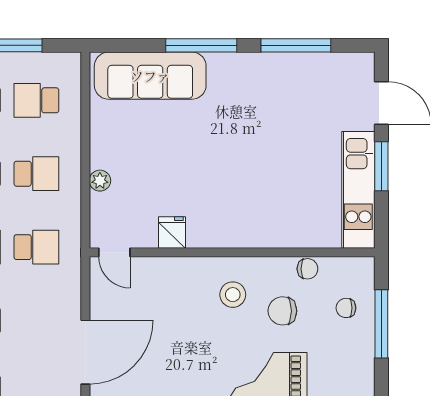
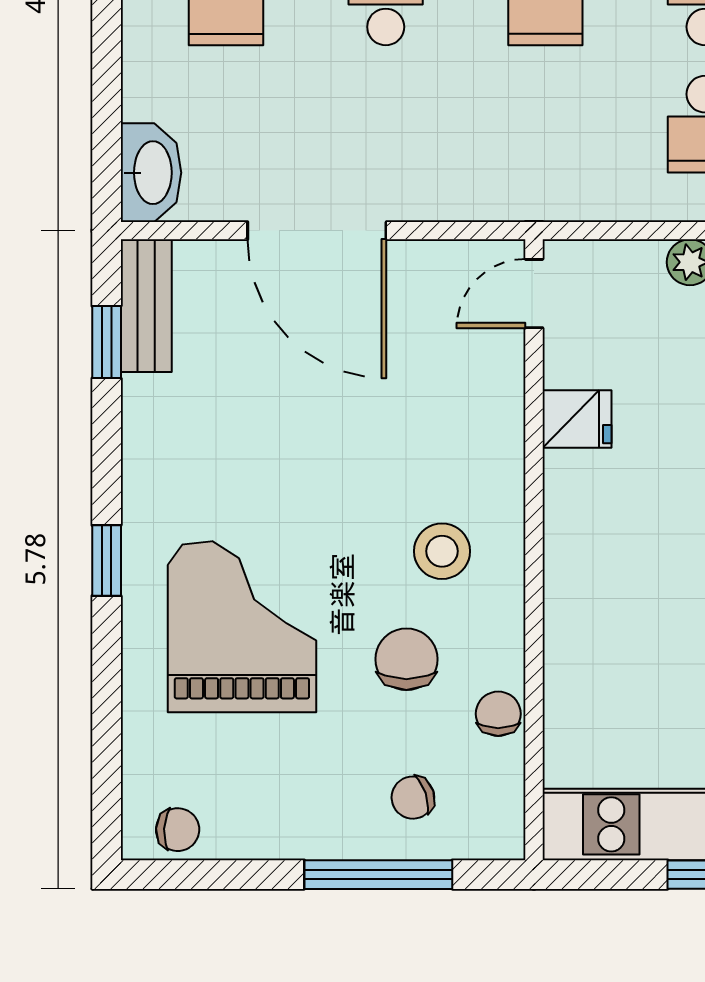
school desk: (36, 247) -> (545, 124), removed
chair: (307, 269) -> (498, 714), turned 180
chair: (346, 308) -> (413, 798), turned -109

